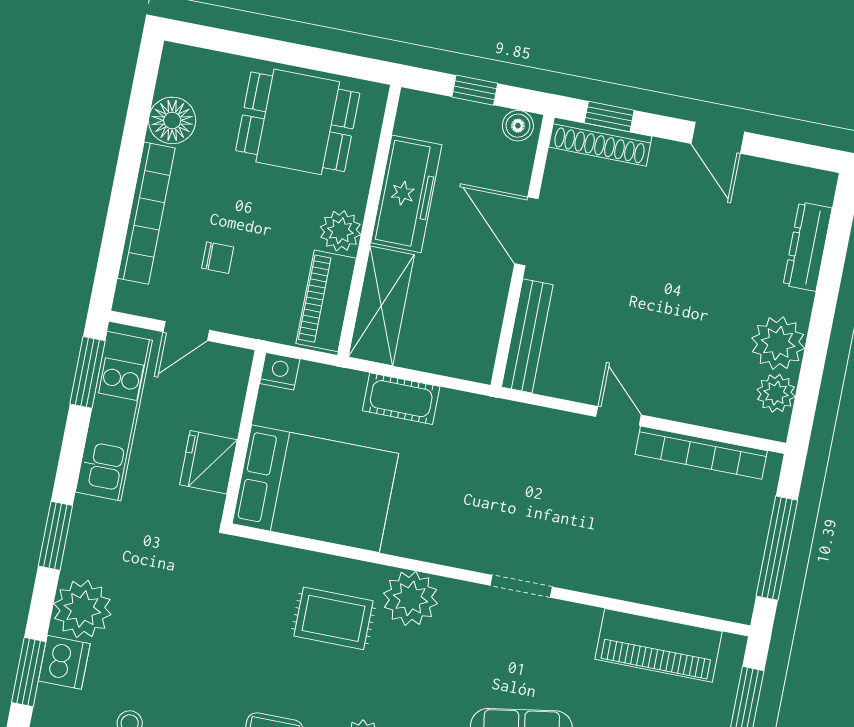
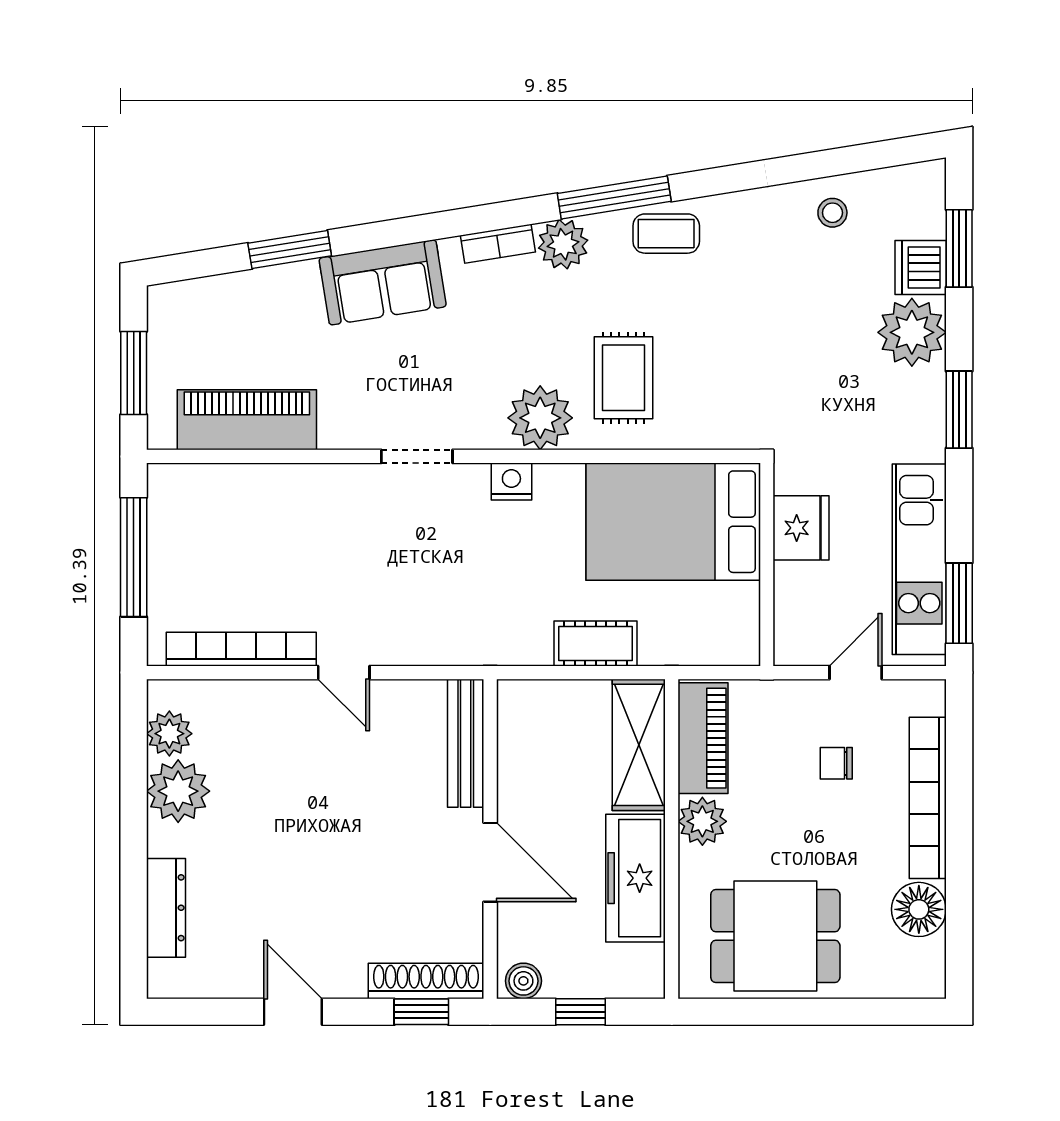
nightstand: (280, 371) -> (511, 481), moved, turned 180
rug: (333, 618) -> (624, 378), turned 90

